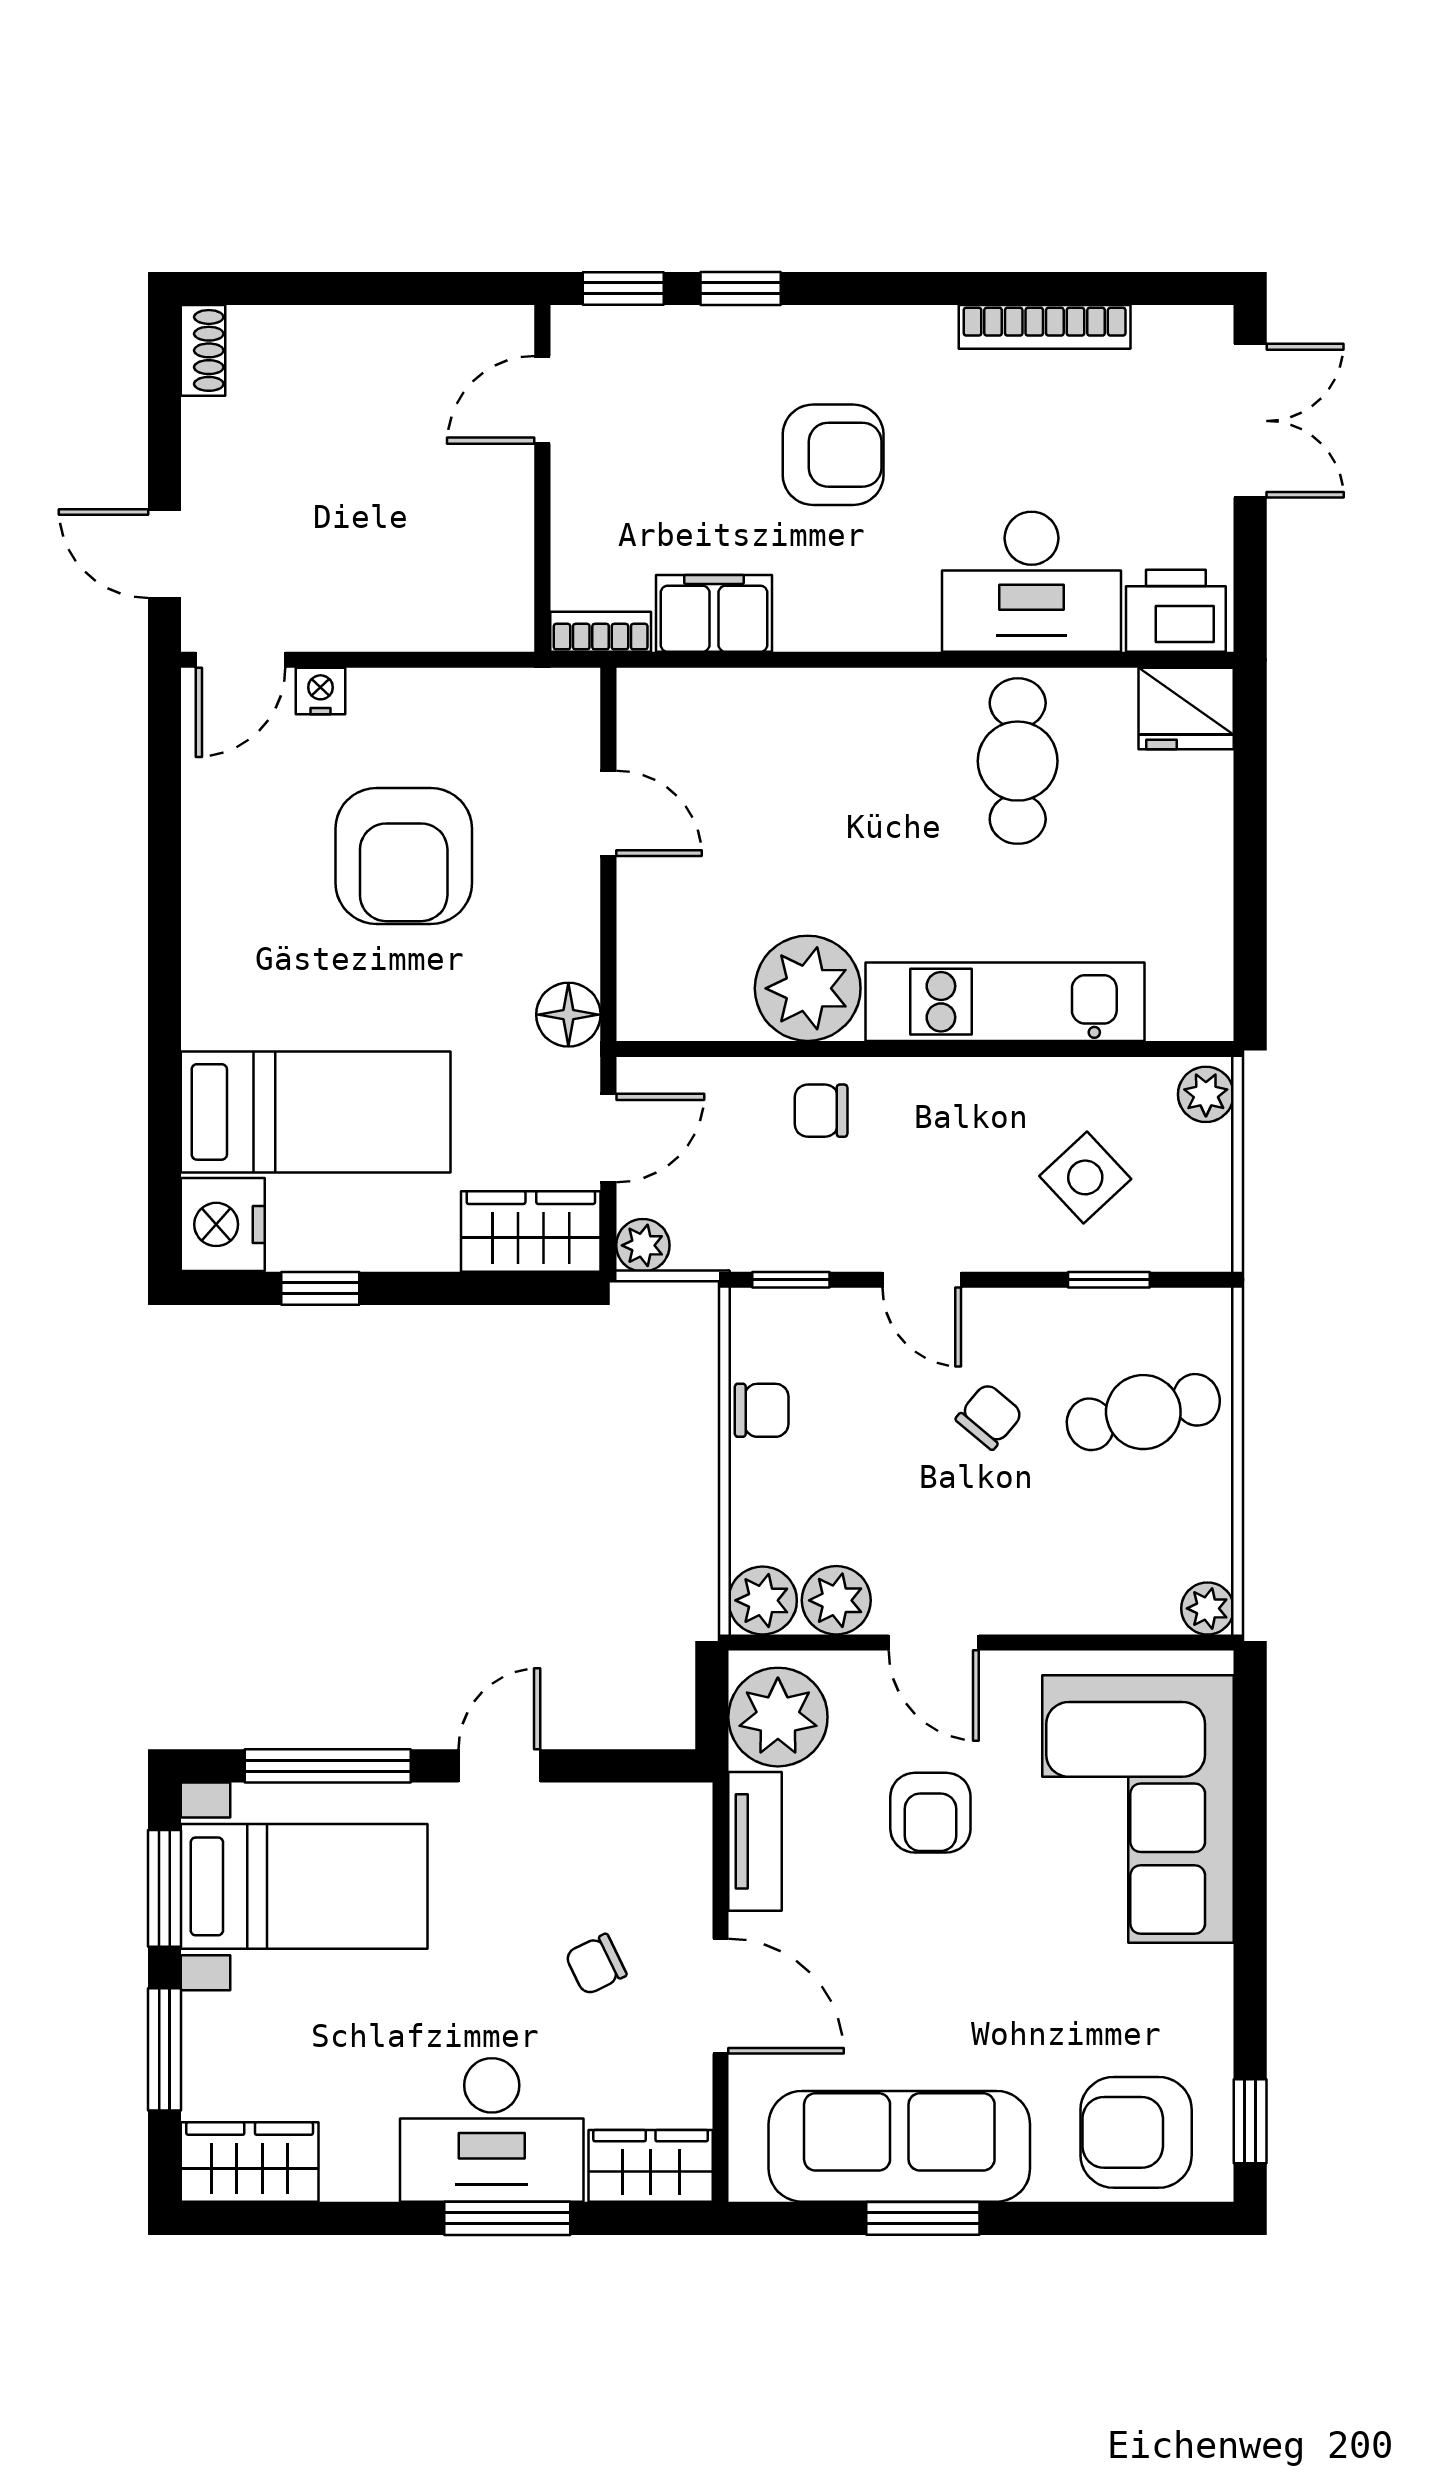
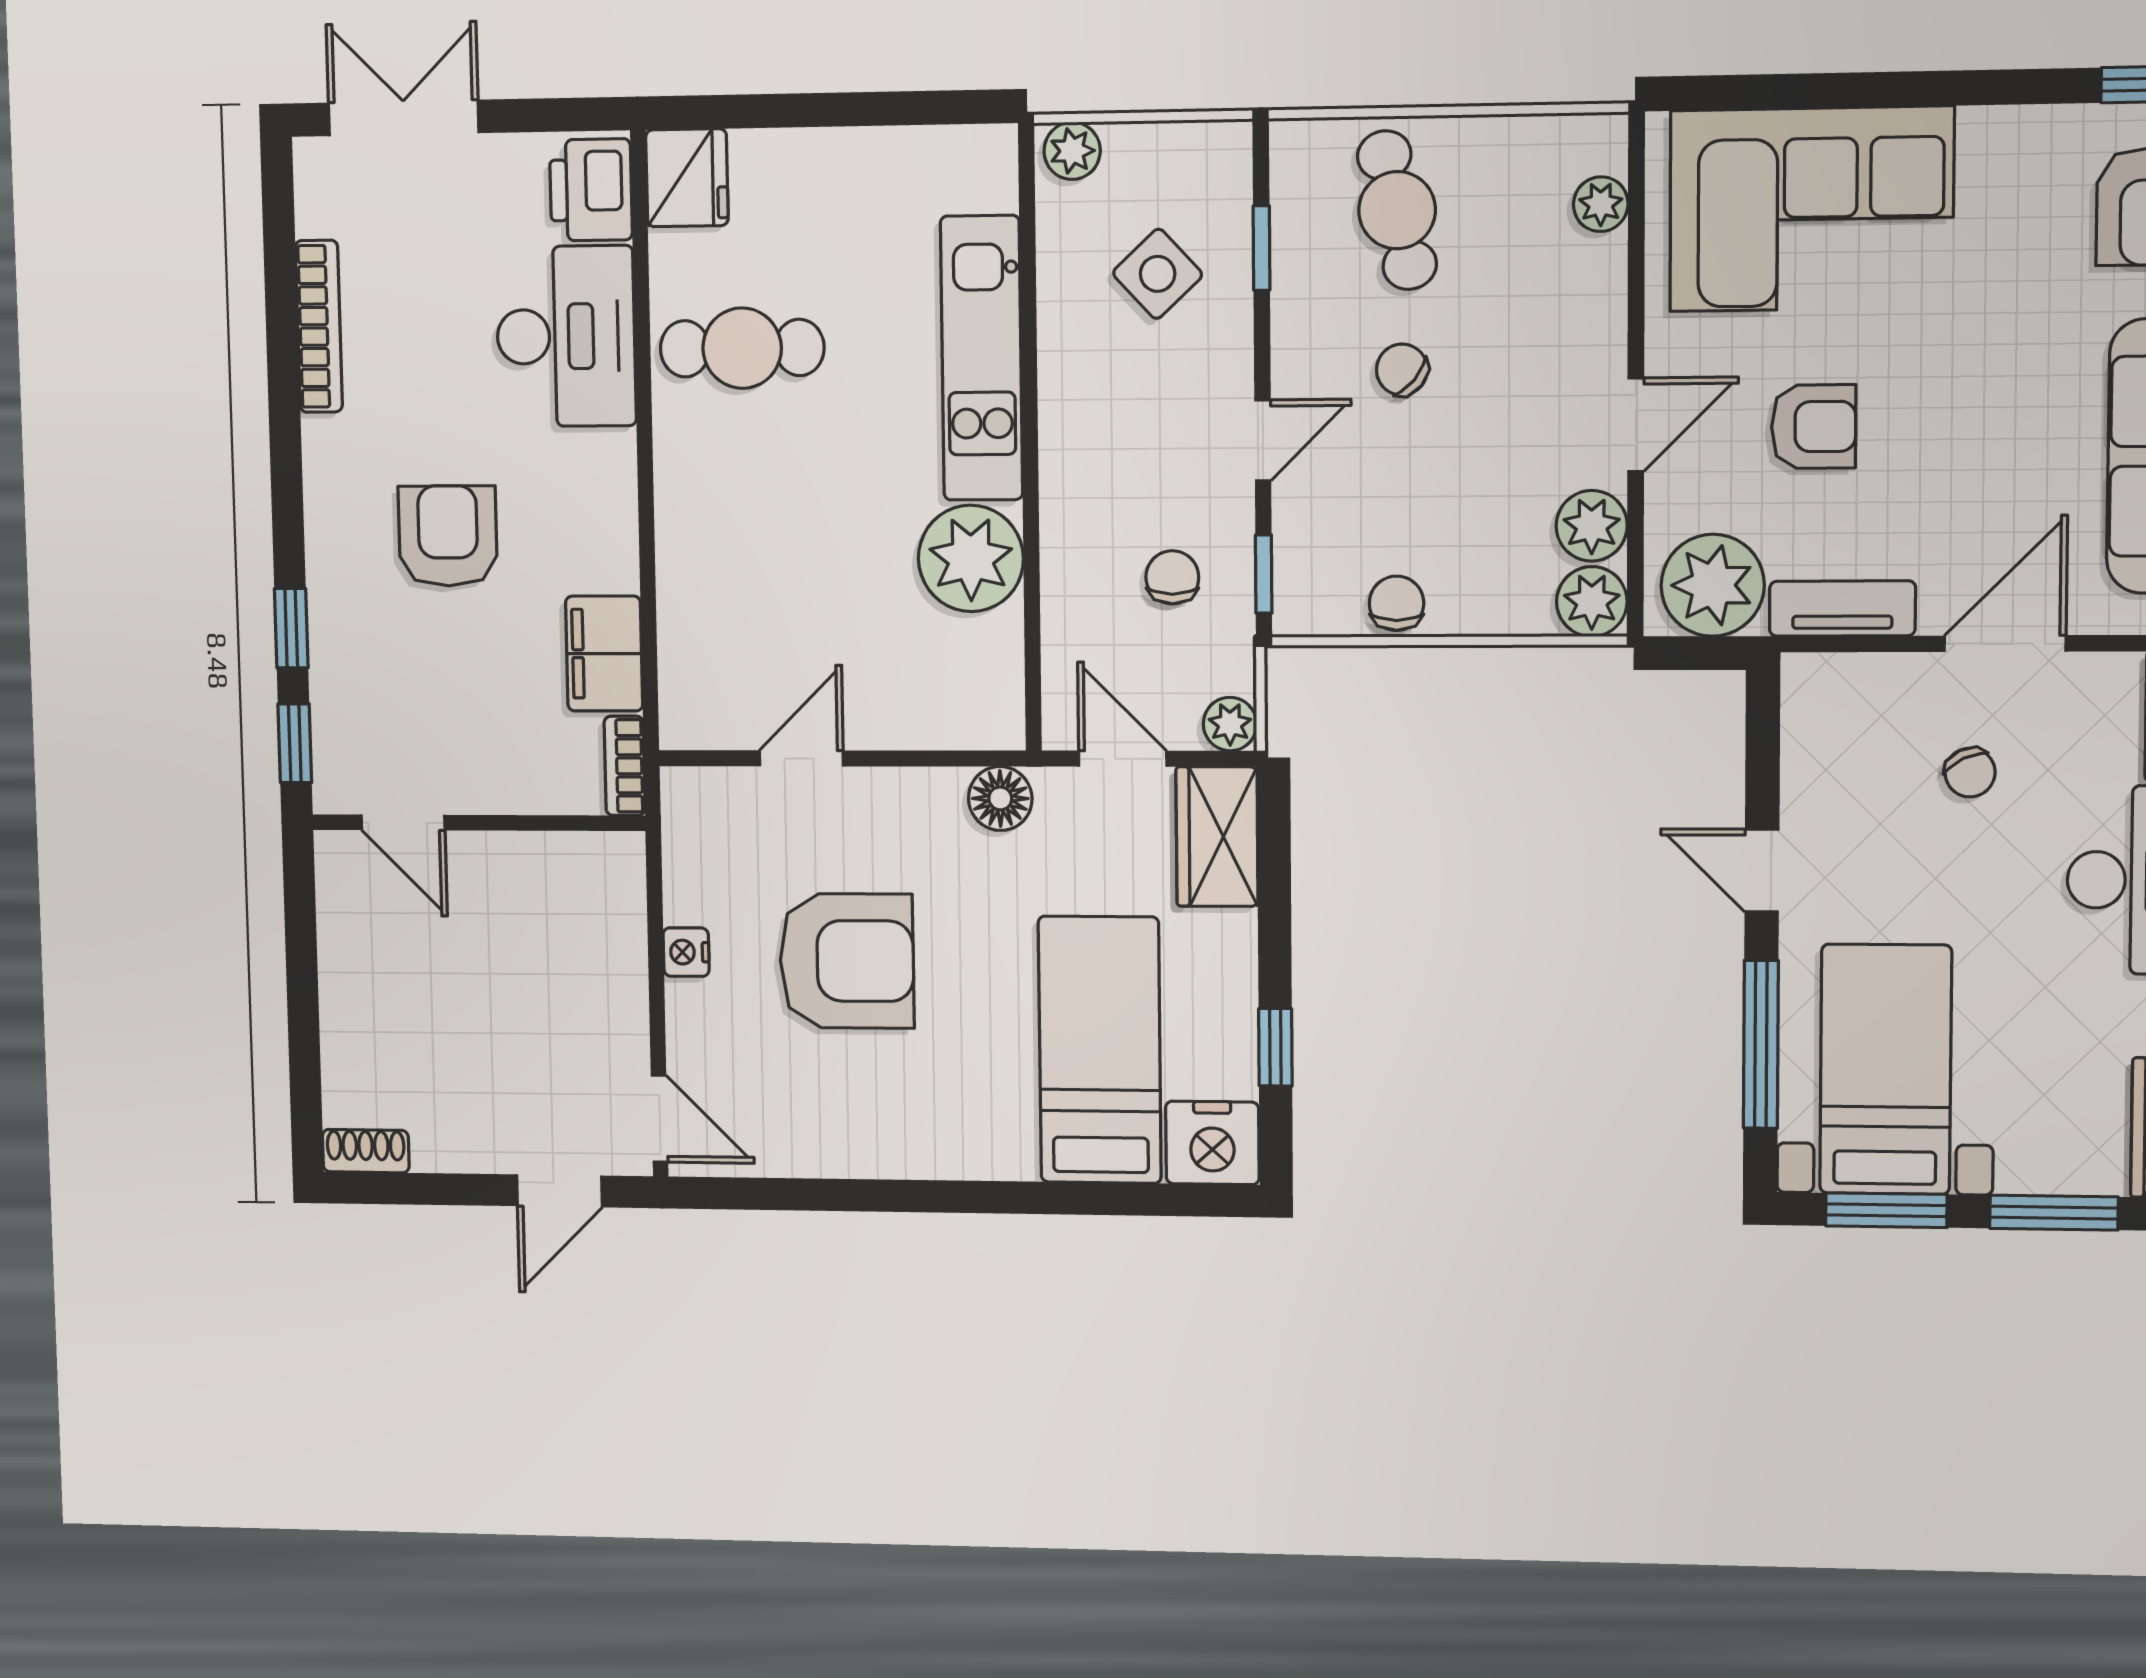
nightstand: (321, 691) -> (686, 952), moved
chair: (821, 1111) -> (1172, 577), moved, turned 180
plant: (1207, 1608) -> (1601, 204), moved

